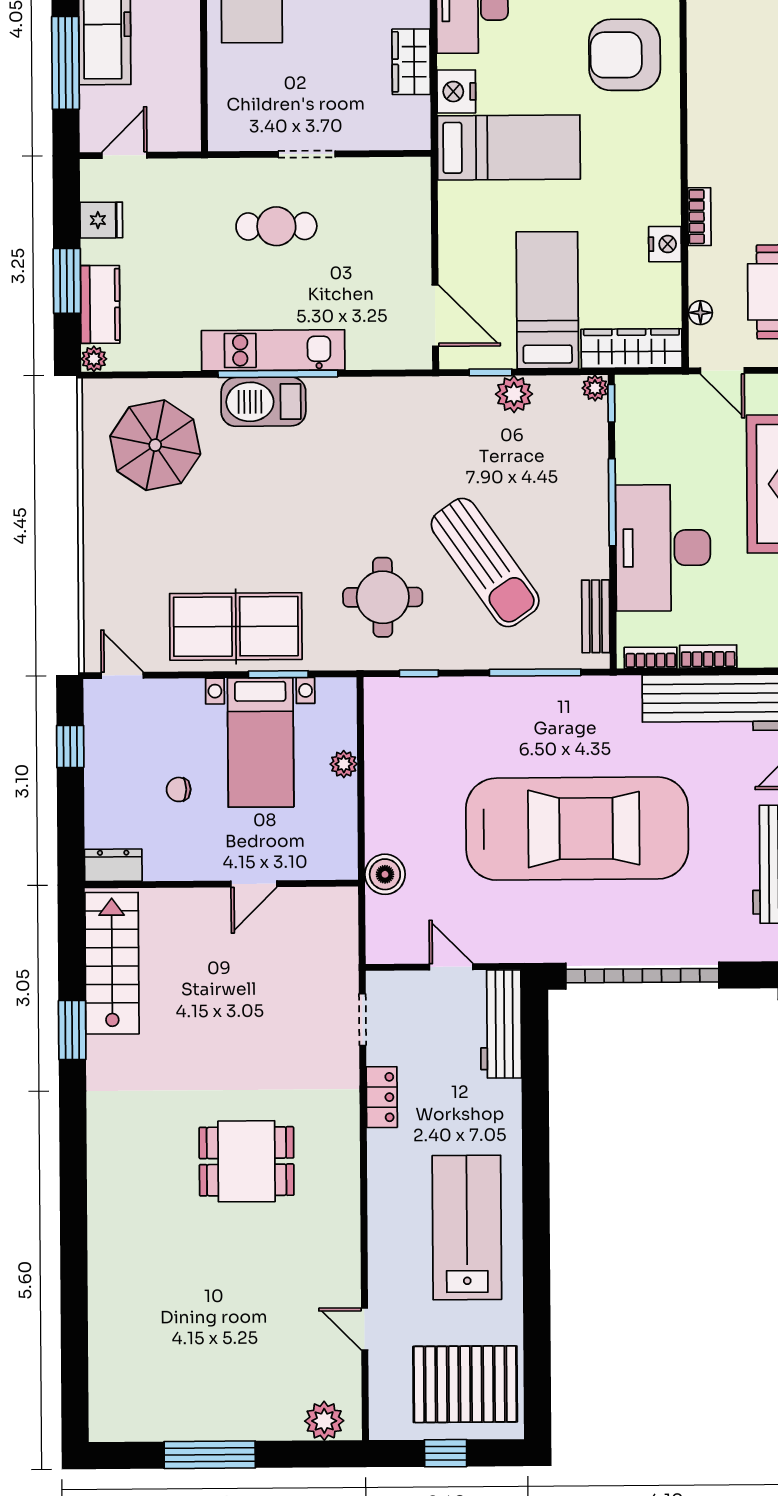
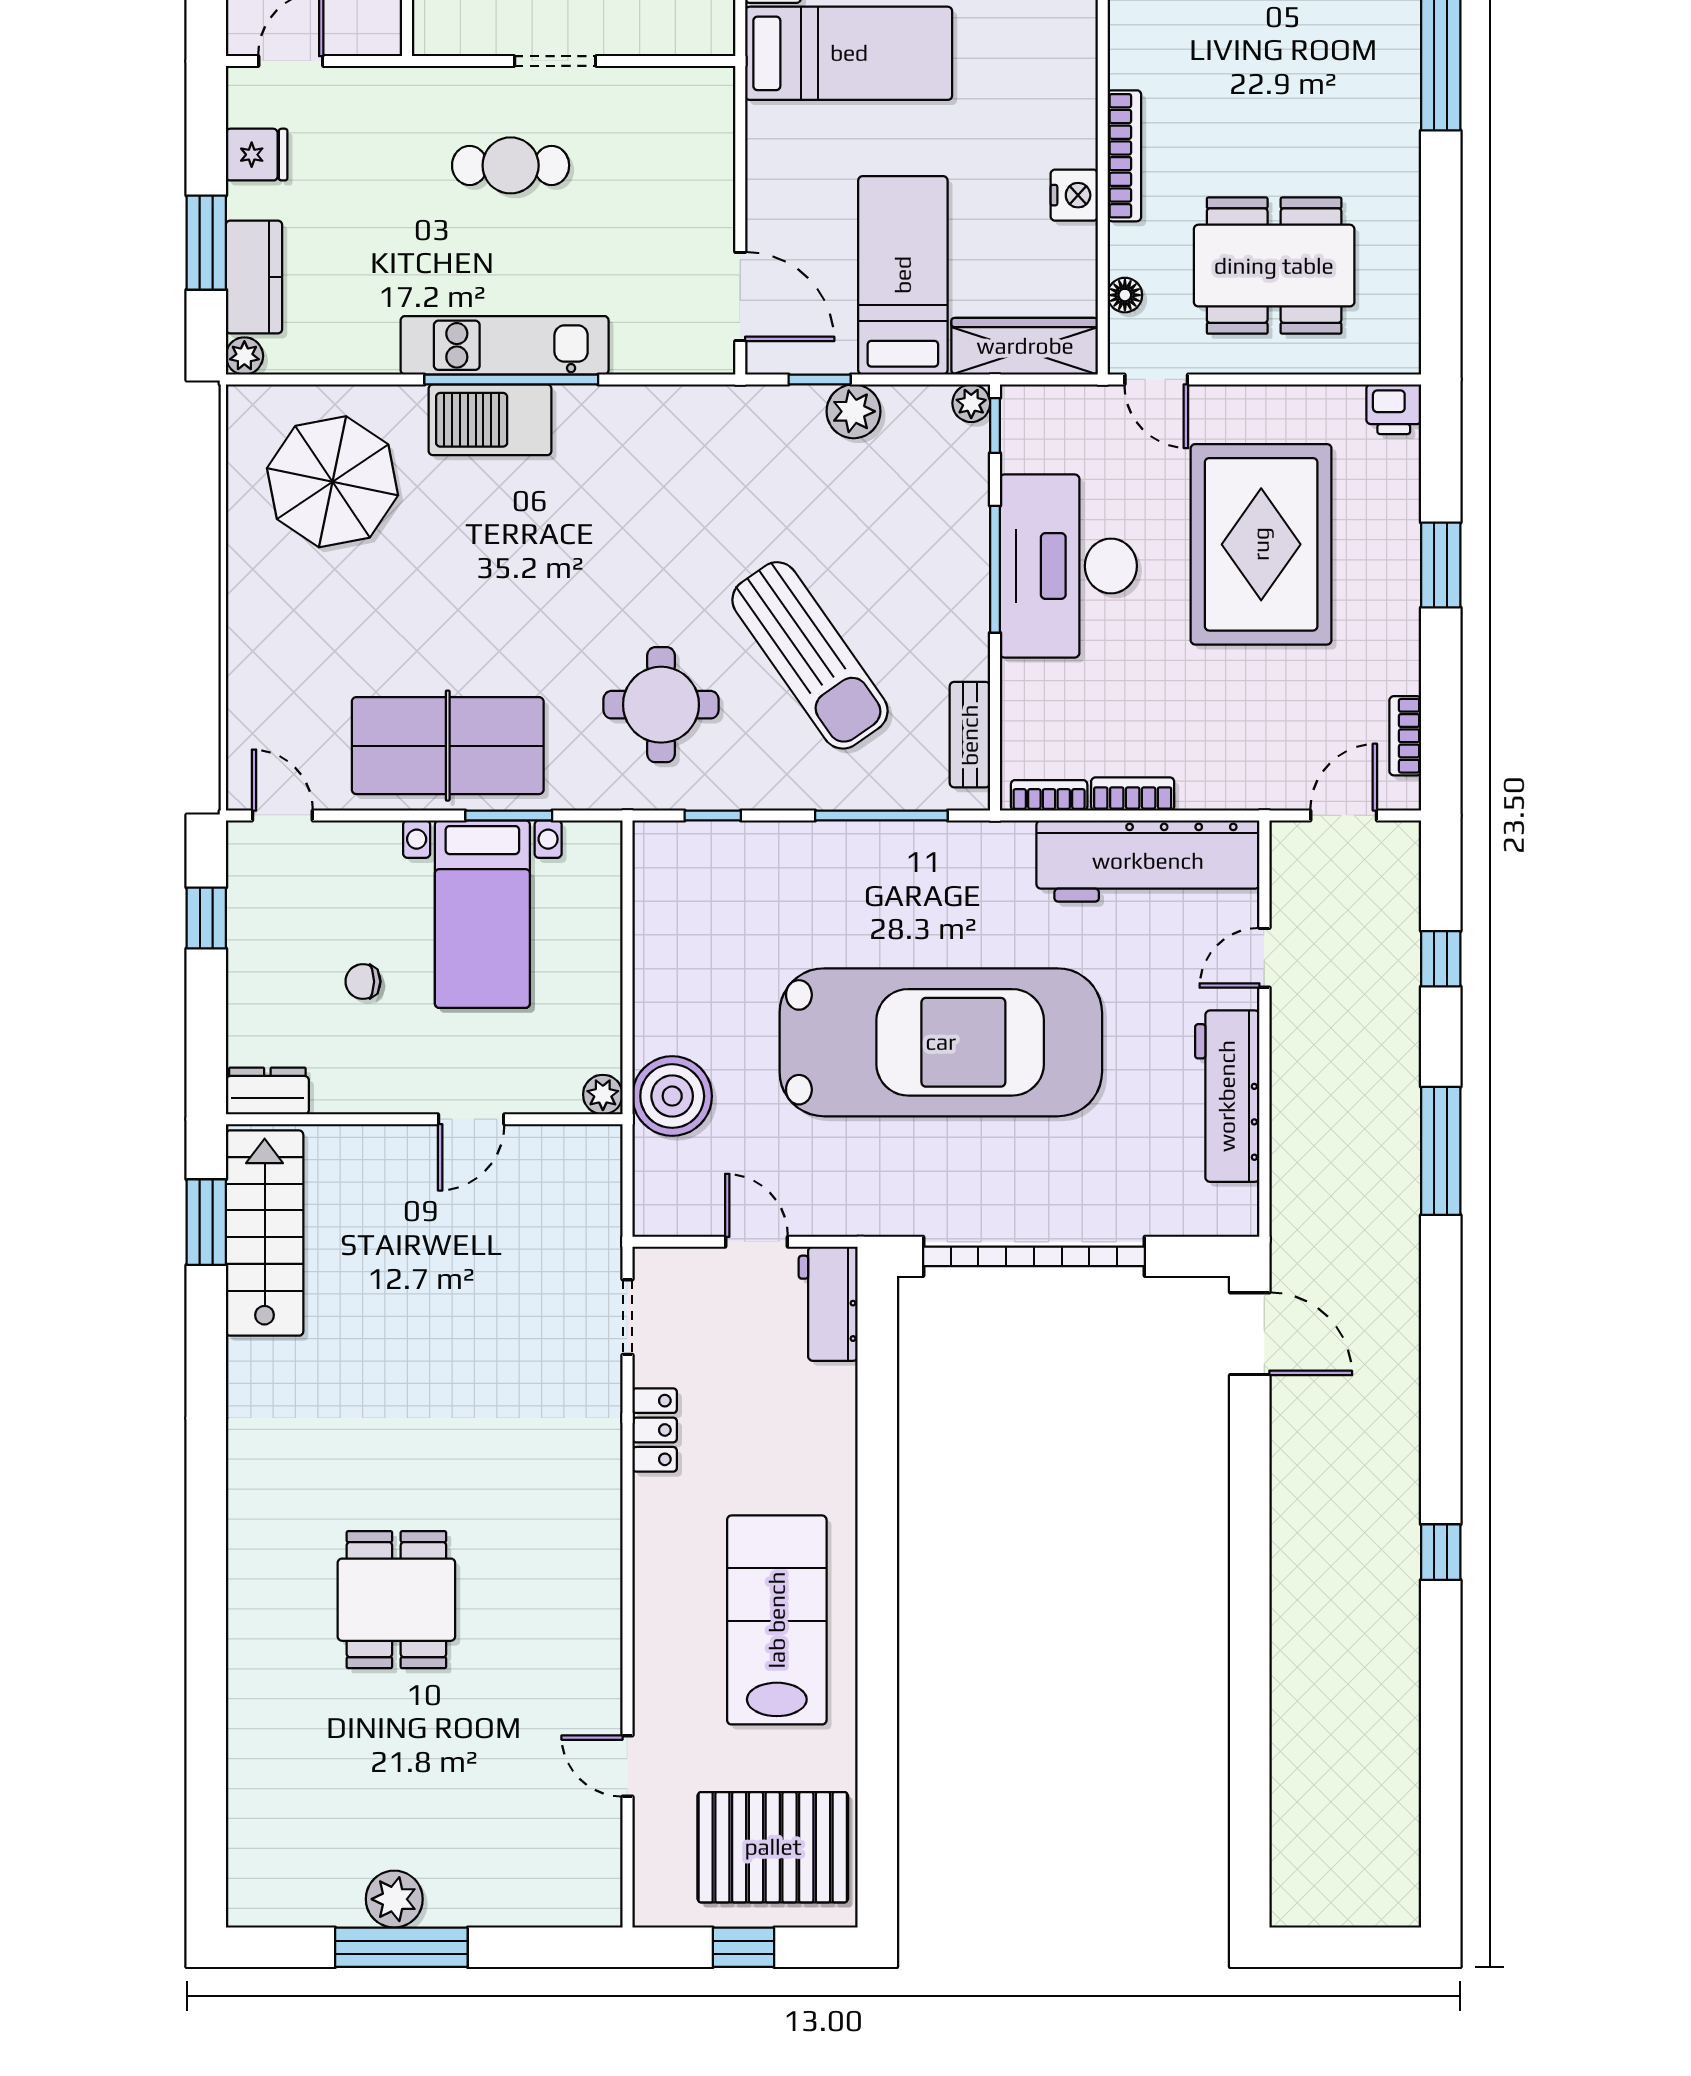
bookcase: (699, 217) -> (1124, 156), width x1.56
desk: (663, 548) -> (1068, 566), moved
plant: (344, 764) -> (603, 1095), moved
boiler: (385, 874) -> (672, 1096), width x1.37, depth x1.37
workbench: (501, 1024) -> (828, 1304), width x0.73
window: (72, 1030) -> (206, 1222), moved
dining table: (247, 1161) -> (396, 1600), moved, turned 90
plant: (324, 1421) -> (394, 1899), moved

